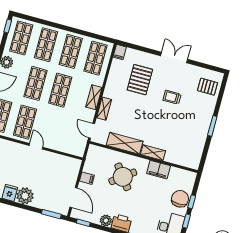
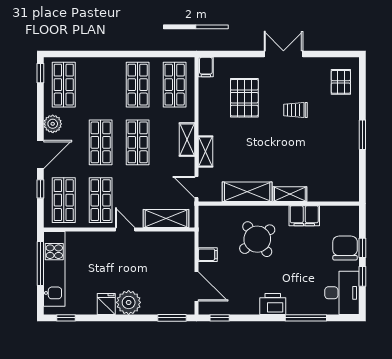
shop shelf: (46, 45) -> (101, 85), removed
pallet: (208, 87) -> (341, 82), turned 90
shelving: (65, 146) -> (166, 218), added
plant: (106, 221) -> (250, 306), removed

